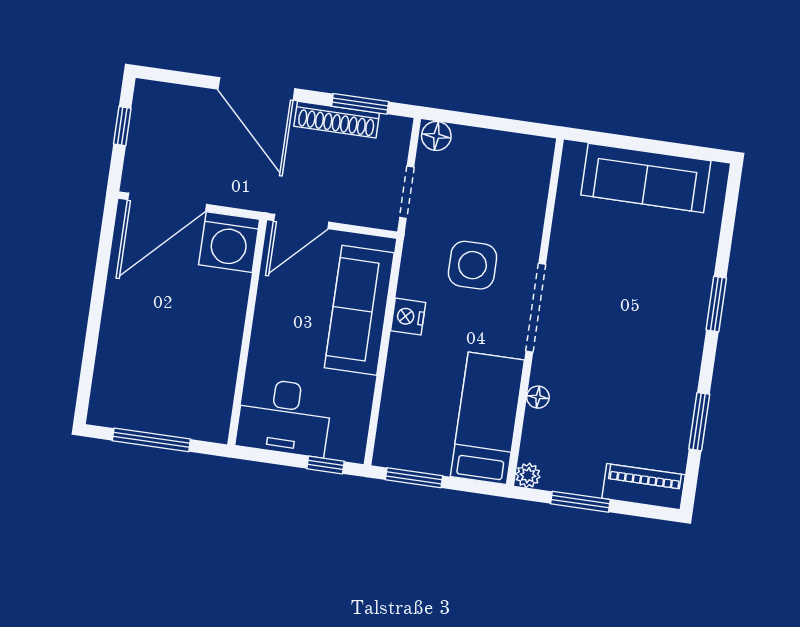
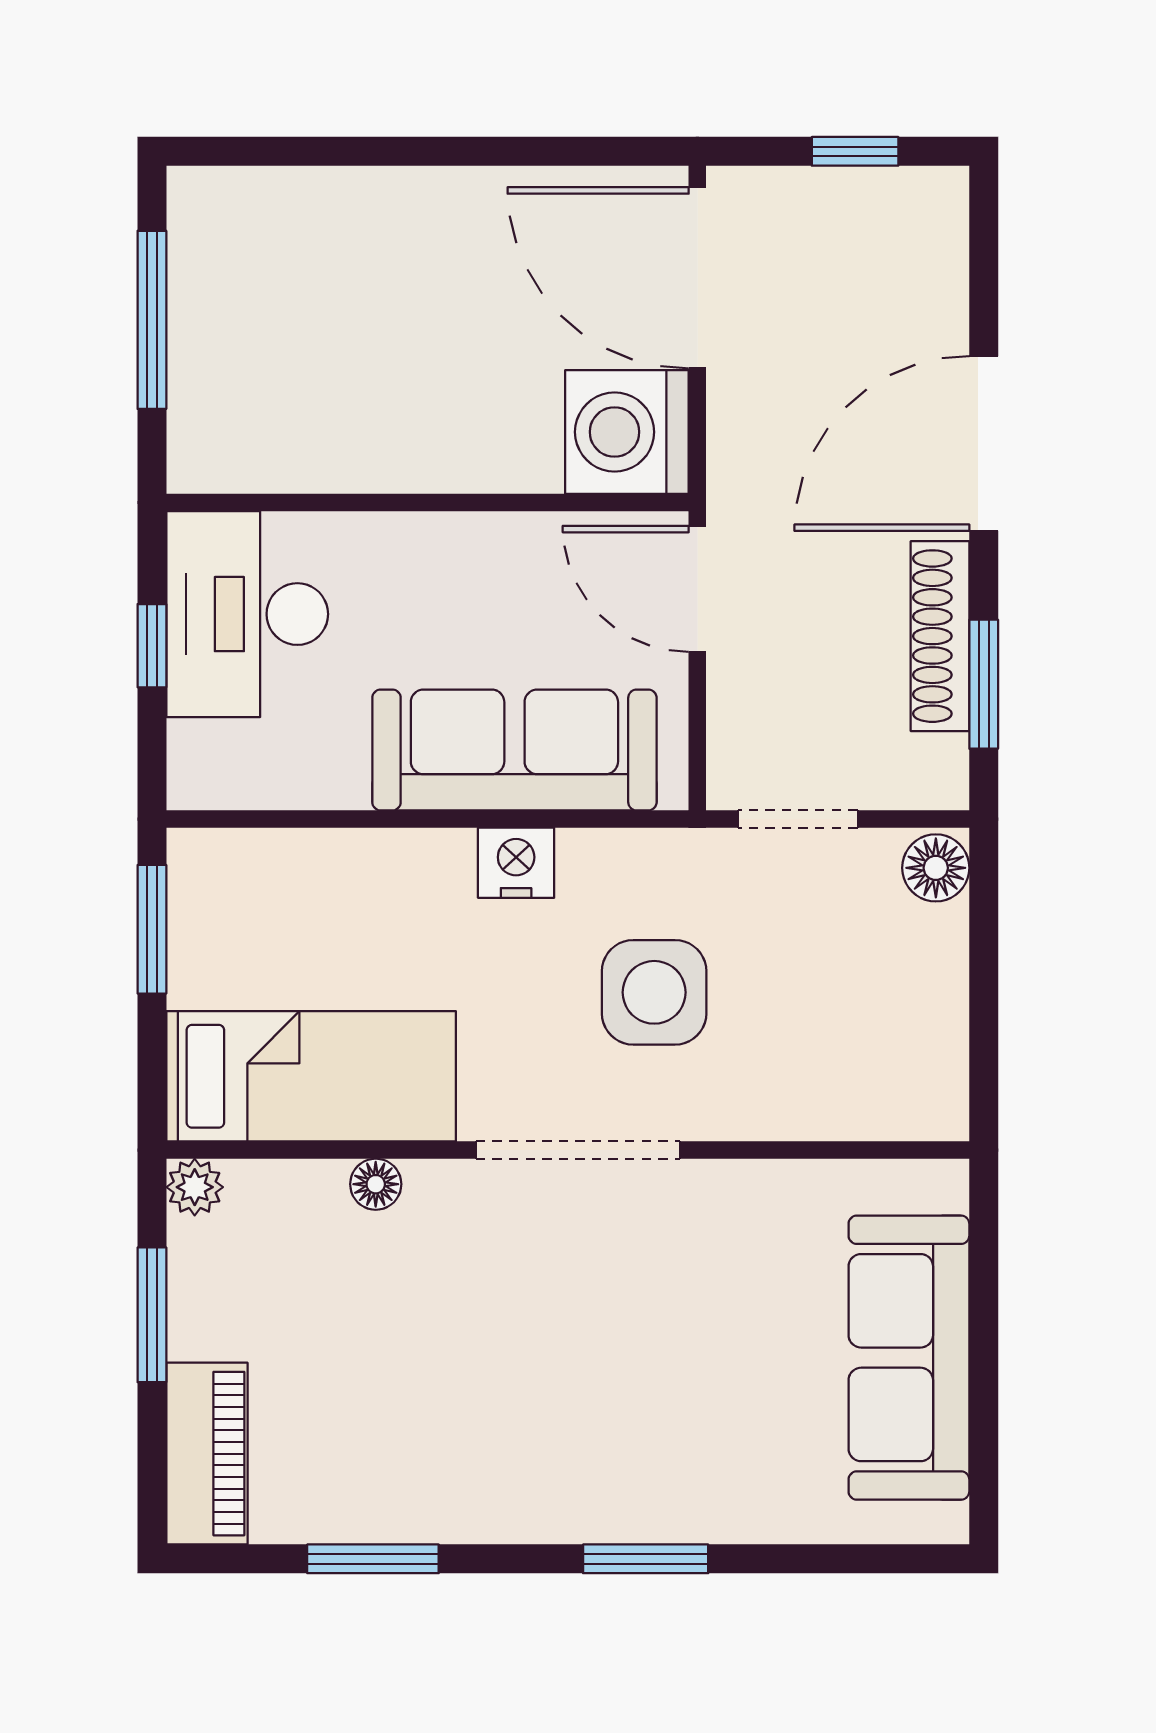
window: (326, 465) -> (152, 646), moved

